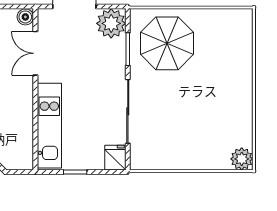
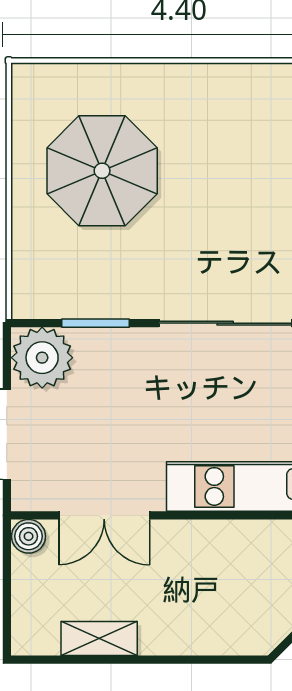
parasol: (167, 43) -> (102, 171), moved

